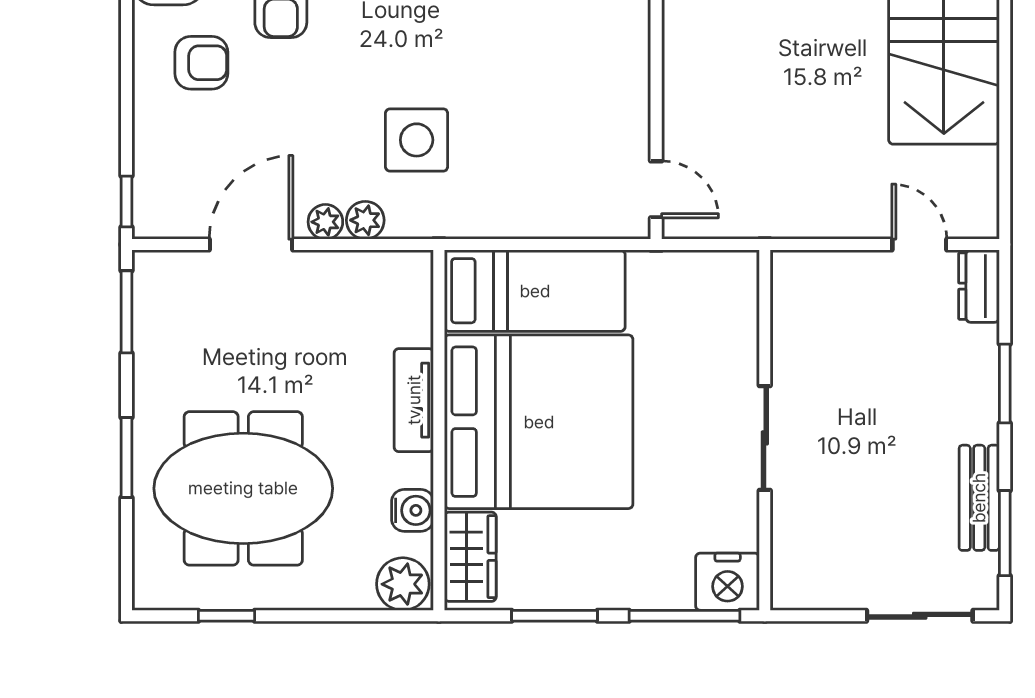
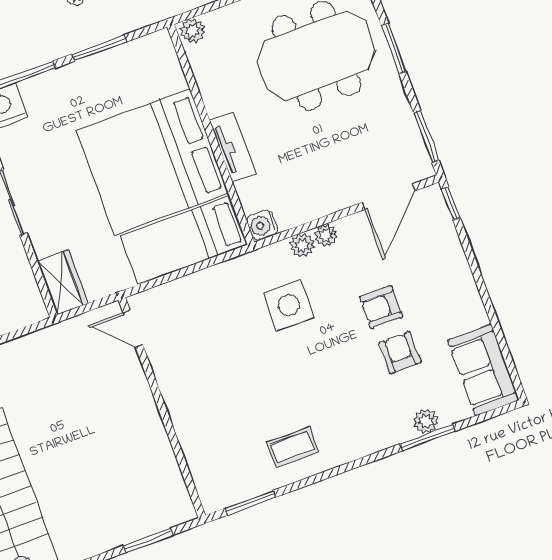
armchair: (201, 63) -> (381, 307), moved
door: (251, 245) -> (389, 197), moved
water cooler: (412, 510) -> (262, 225), moved
wardrobe: (470, 557) -> (63, 282), moved, turned 180
plant: (403, 584) -> (192, 31), width x0.73, depth x0.73

